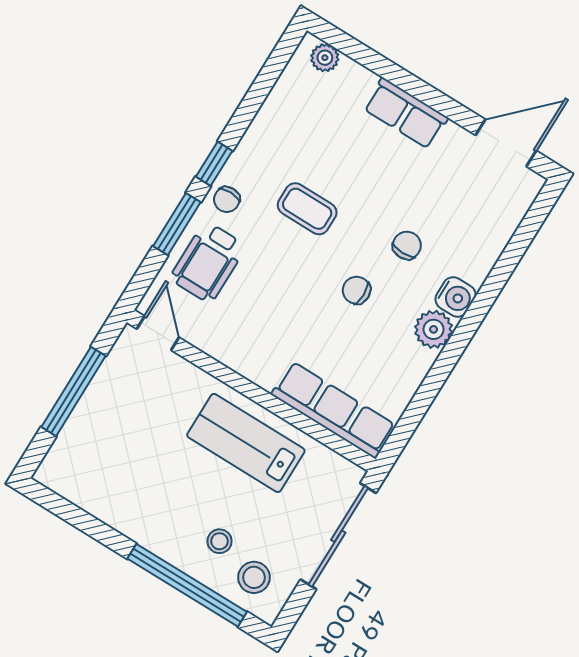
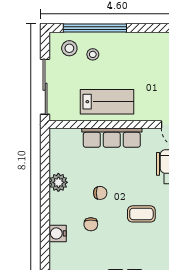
water cooler: (455, 297) -> (58, 233), moved
plant: (434, 329) -> (58, 182), moved
row of seats: (334, 410) -> (112, 138), moved

